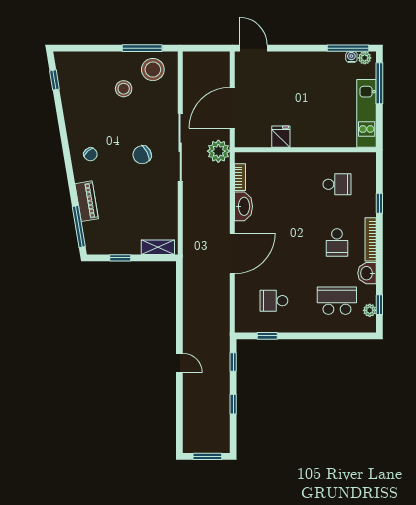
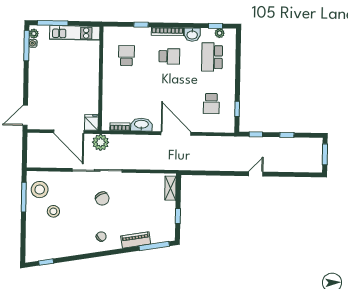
fridge: (281, 137) -> (91, 122), moved, turned 90

